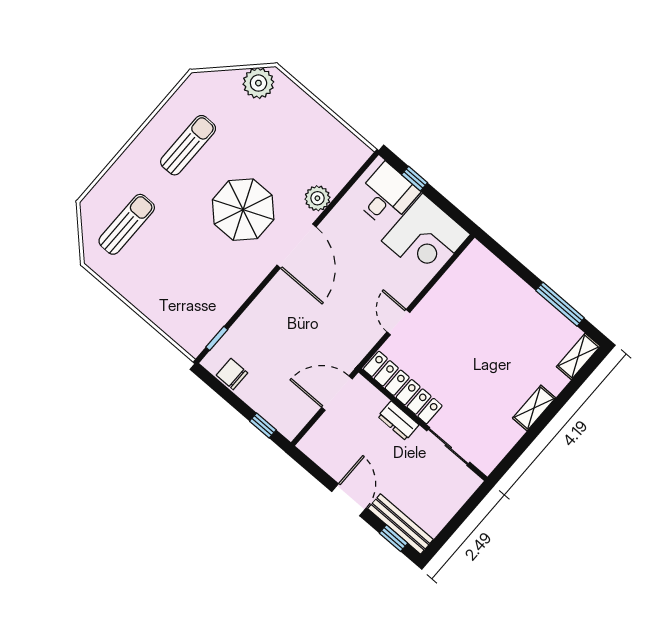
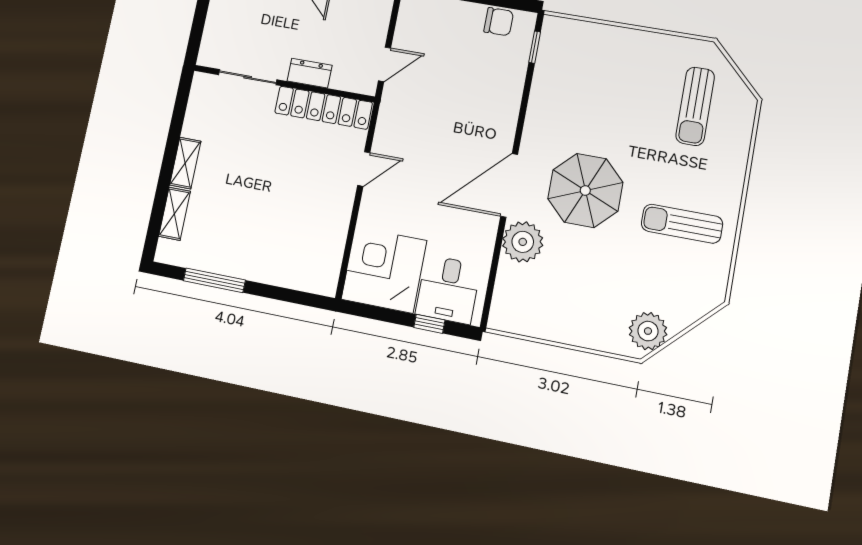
sun lounger: (188, 145) -> (682, 224), turned 90
plant: (317, 198) -> (523, 242), width x1.36, depth x1.36
door: (297, 246) -> (509, 185), hinge flipped
door: (398, 322) -> (364, 169), hinge flipped
shelving: (578, 356) -> (175, 214), moved
door: (337, 393) -> (384, 64), width x0.73

